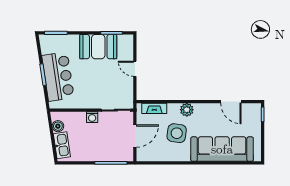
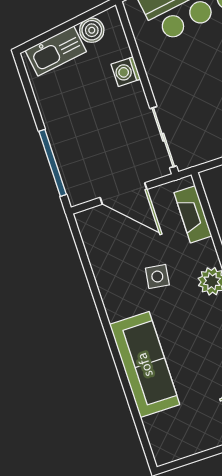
washing machine: (92, 117) -> (126, 72), moved
side table: (177, 133) -> (157, 277), width x0.54, depth x0.54
sofa: (222, 149) -> (145, 365), width x0.74, depth x0.79

